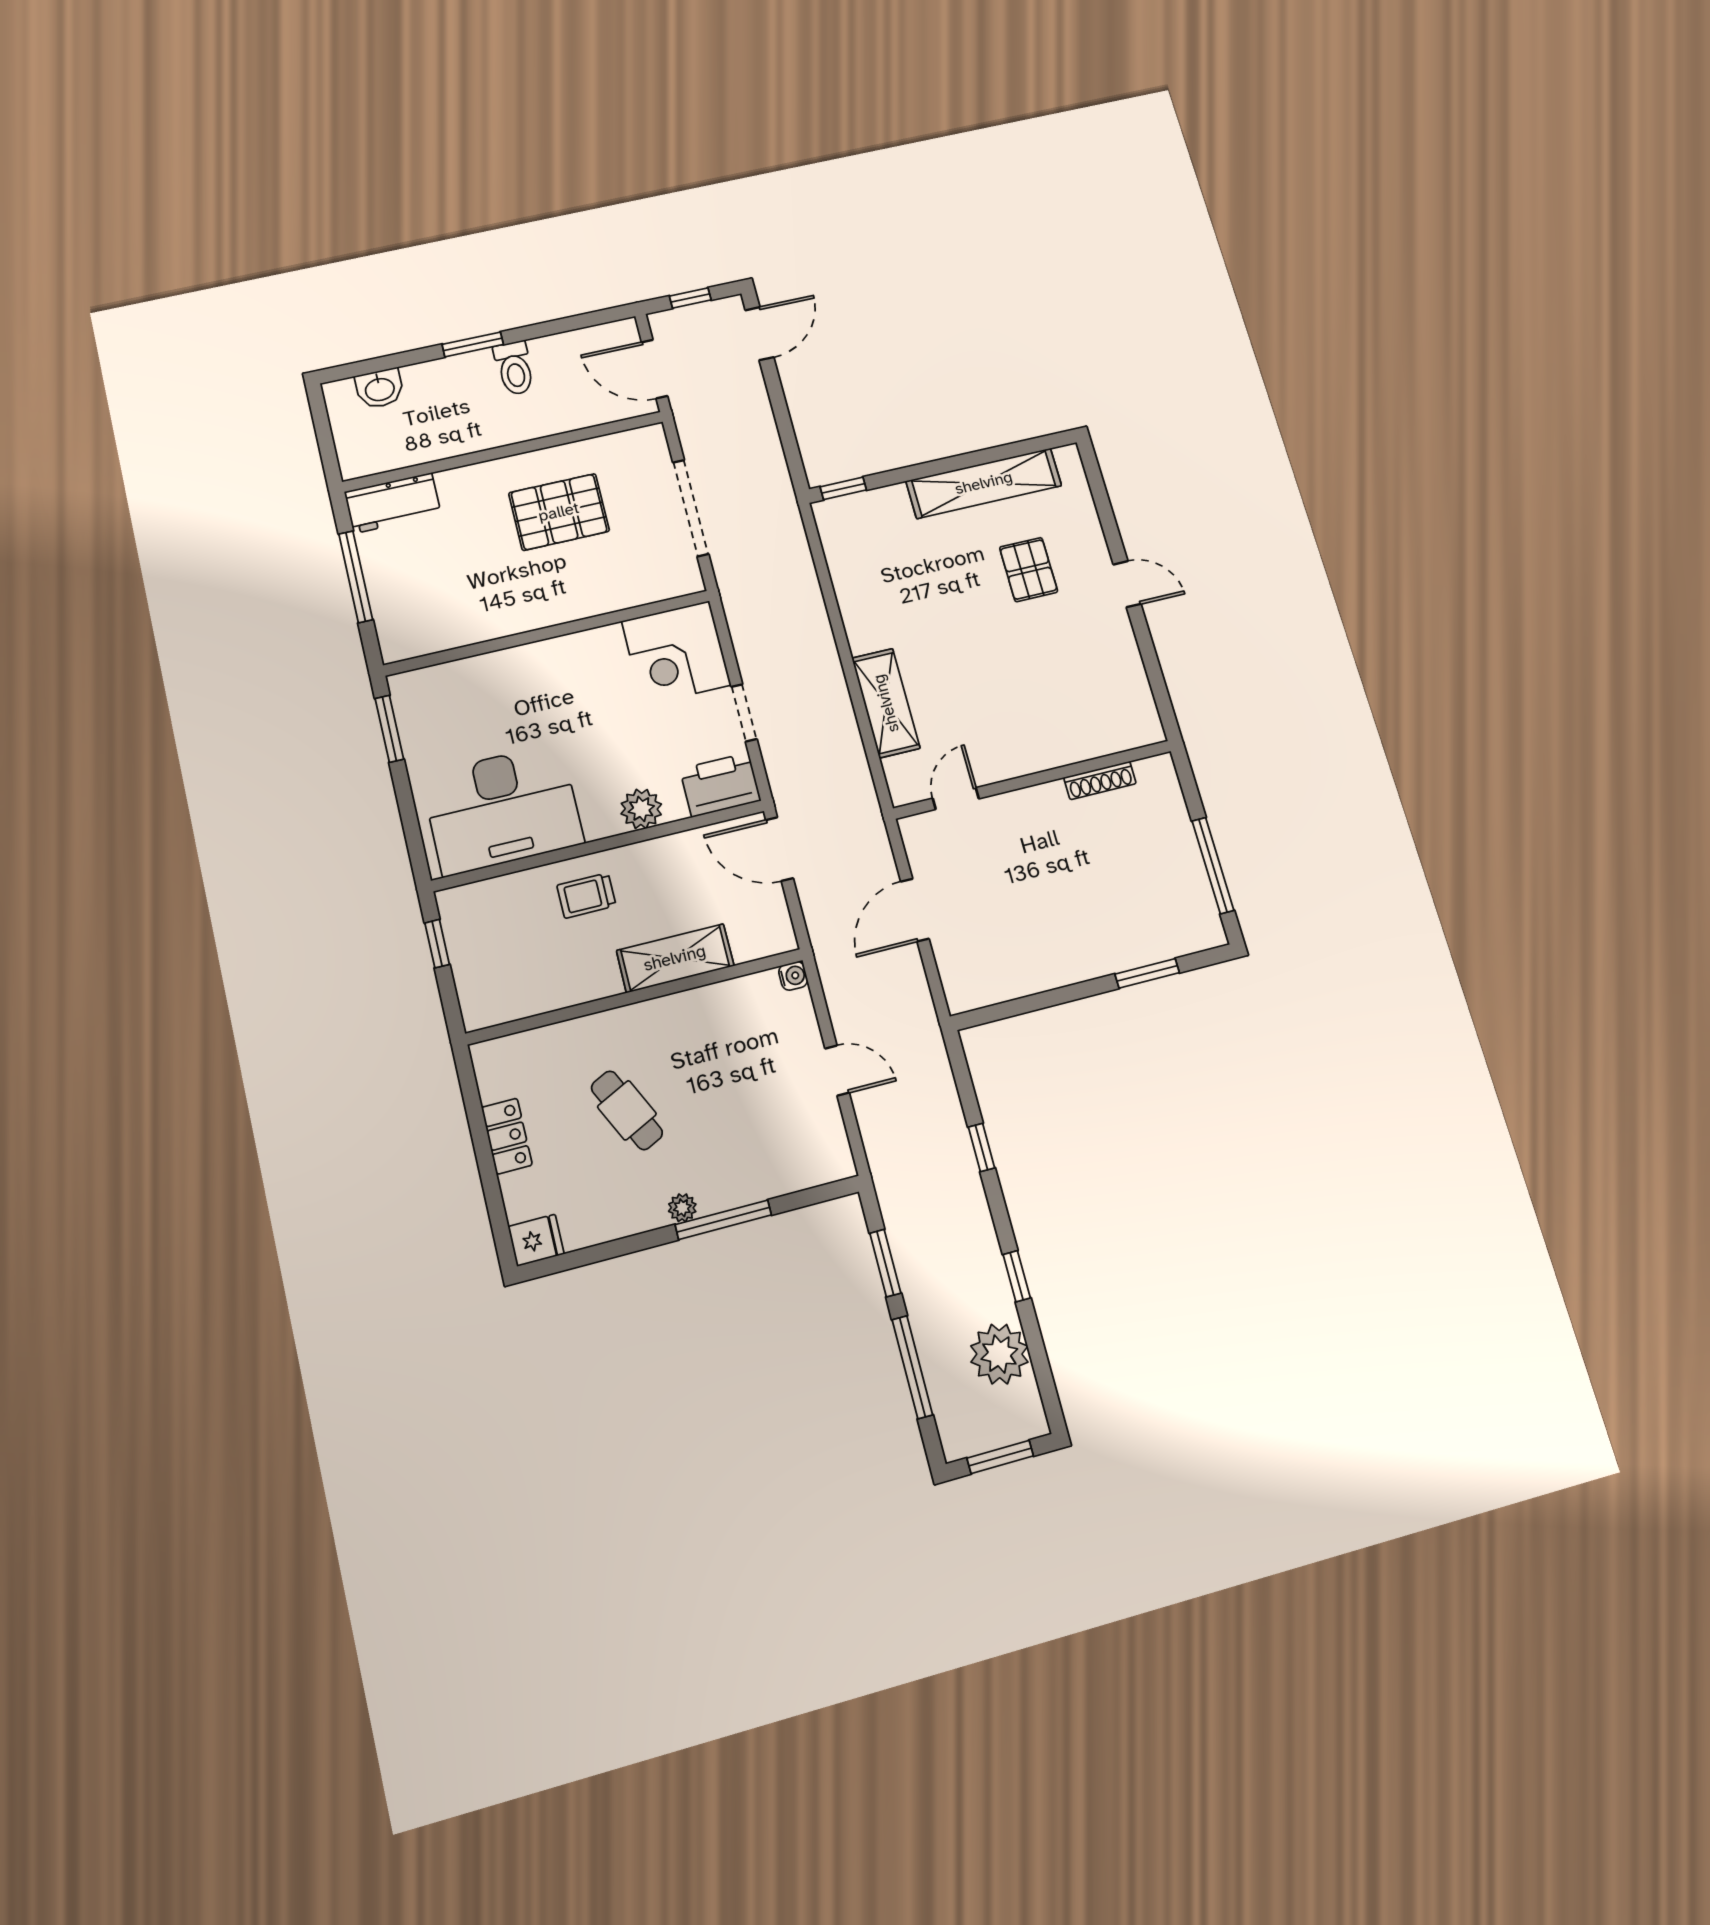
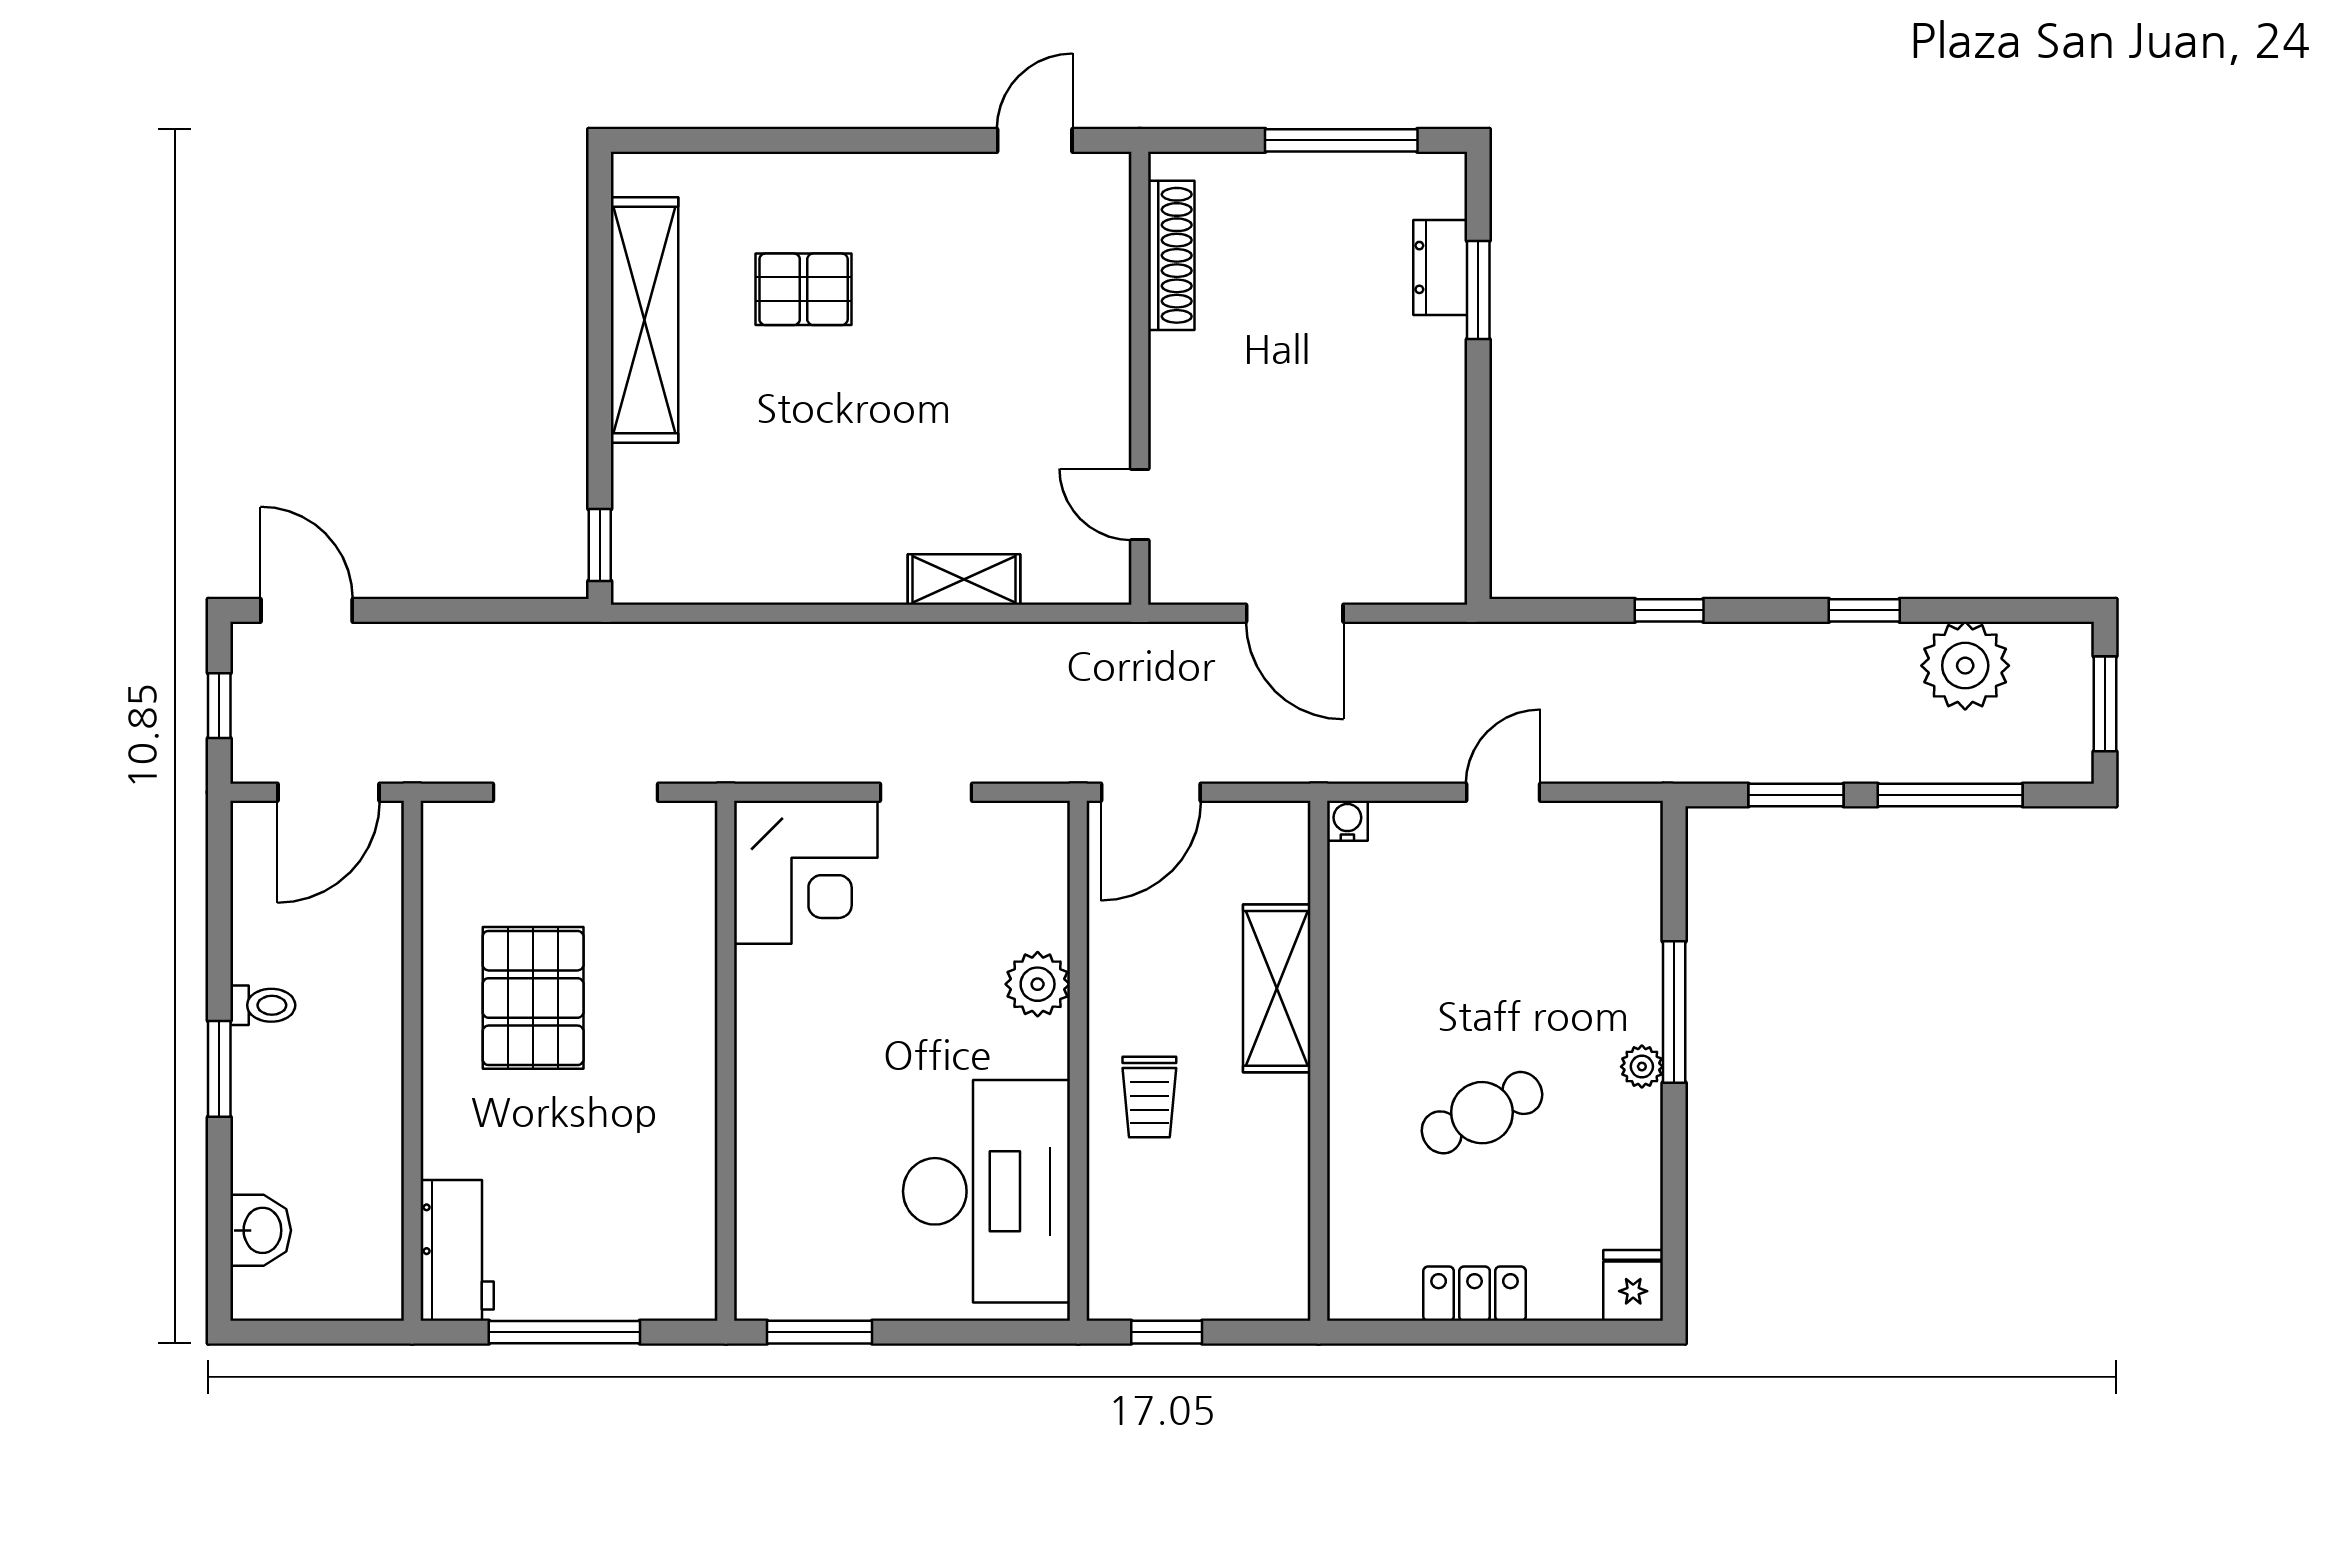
toilet: (514, 368) -> (263, 1005), width x0.73, depth x0.72
door: (1127, 584) -> (1035, 140), moved
shelving: (886, 703) -> (964, 580), width x0.67, depth x0.75
shoe rack: (1100, 780) -> (1171, 255), width x1.36, depth x1.24
printer: (720, 785) -> (1030, 856), removed
dresser: (1154, 946) -> (1440, 267), added

